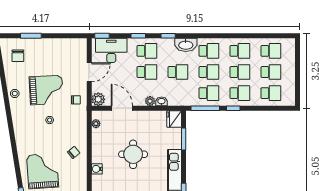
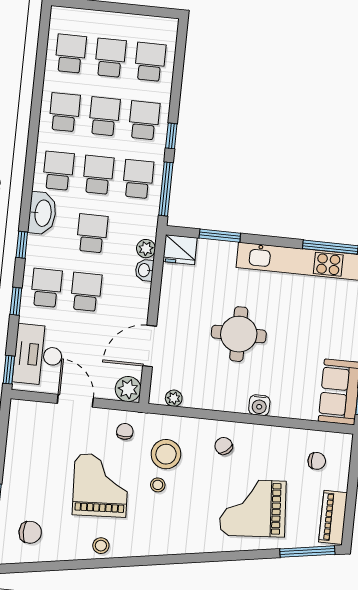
plant: (150, 101) -> (146, 249), moved
stool: (66, 123) -> (166, 454), added

